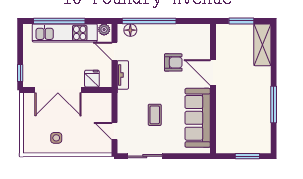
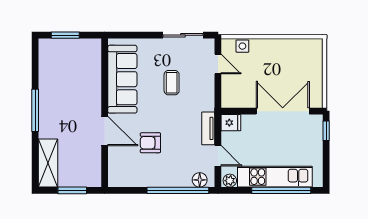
fridge: (92, 79) -> (231, 123), moved, turned -90
window: (274, 105) -> (35, 110), moved
side table: (56, 138) -> (242, 46), moved

